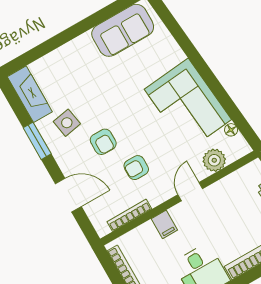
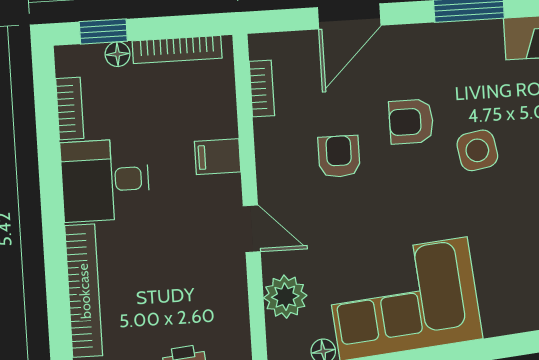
side table: (67, 123) -> (477, 150), moved
bookcase: (129, 215) -> (262, 89), width x0.64

